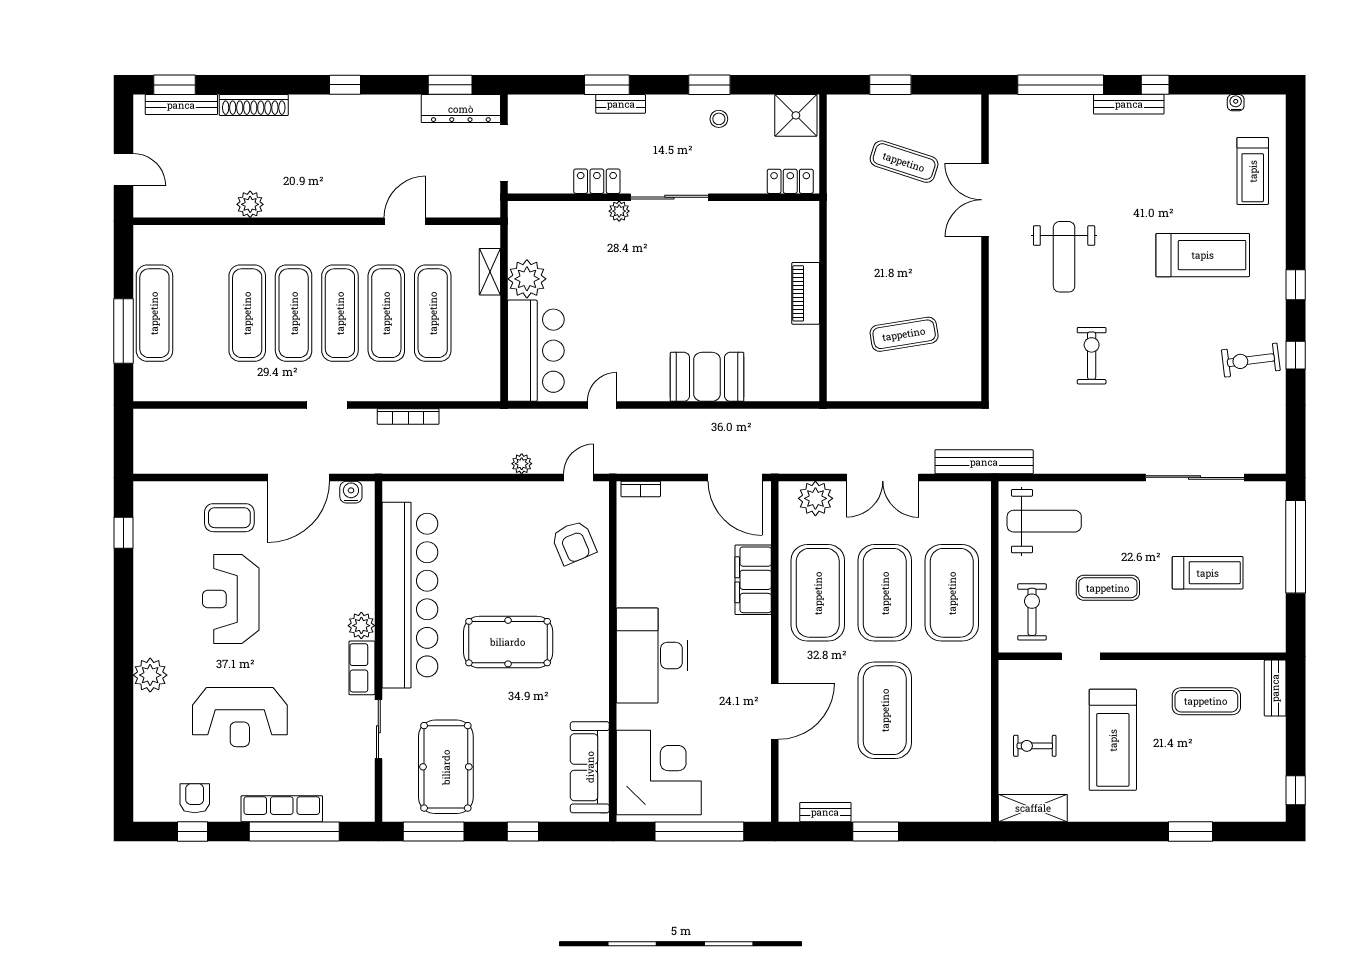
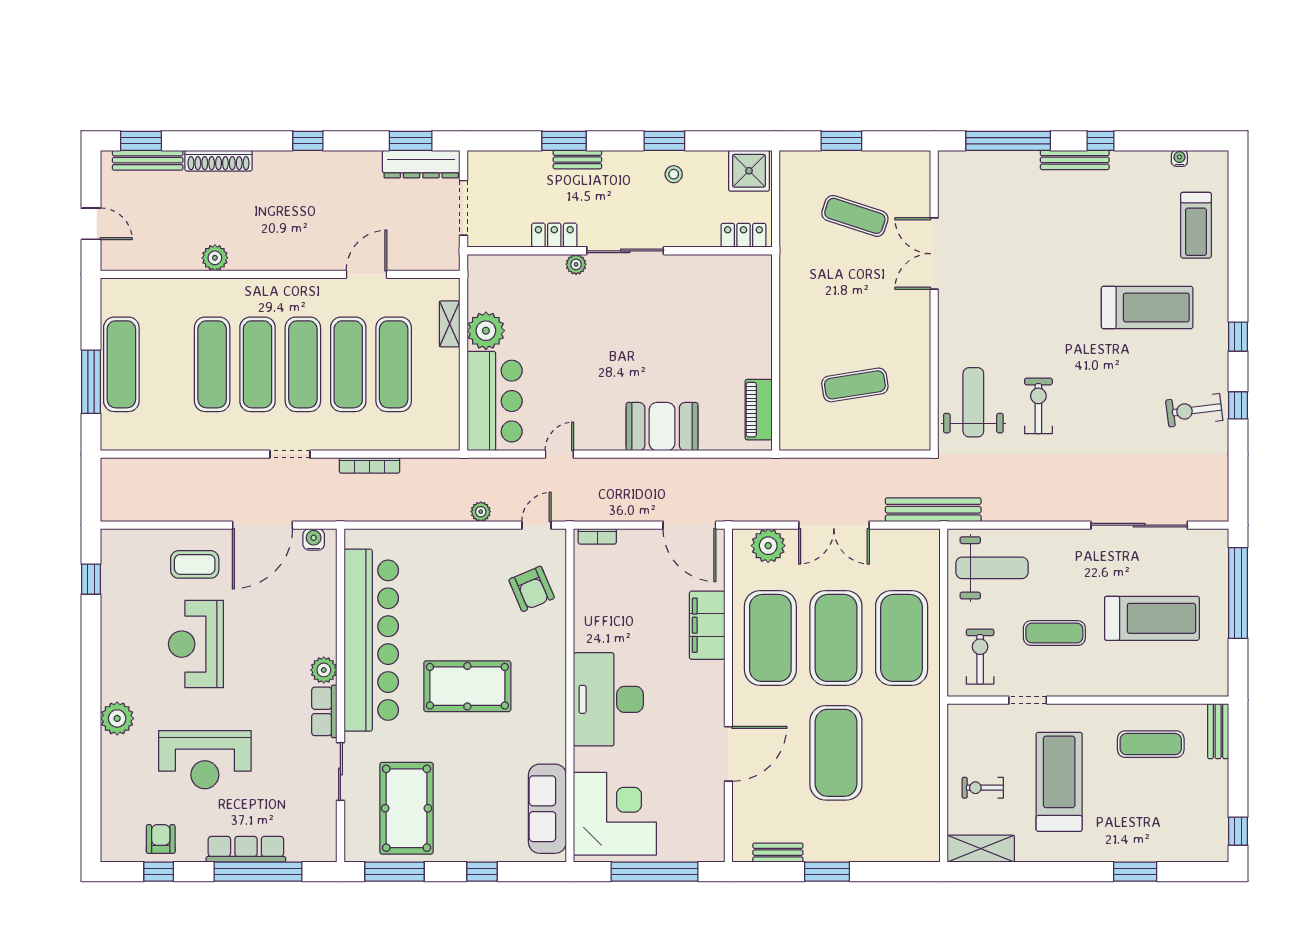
weight bench: (1064, 257) -> (973, 402), moved, turned 180
piano: (806, 293) -> (759, 410), moved
treadmill: (1208, 573) -> (1152, 618), width x1.37, depth x1.37
treadmill: (1113, 740) -> (1059, 782), turned 180

